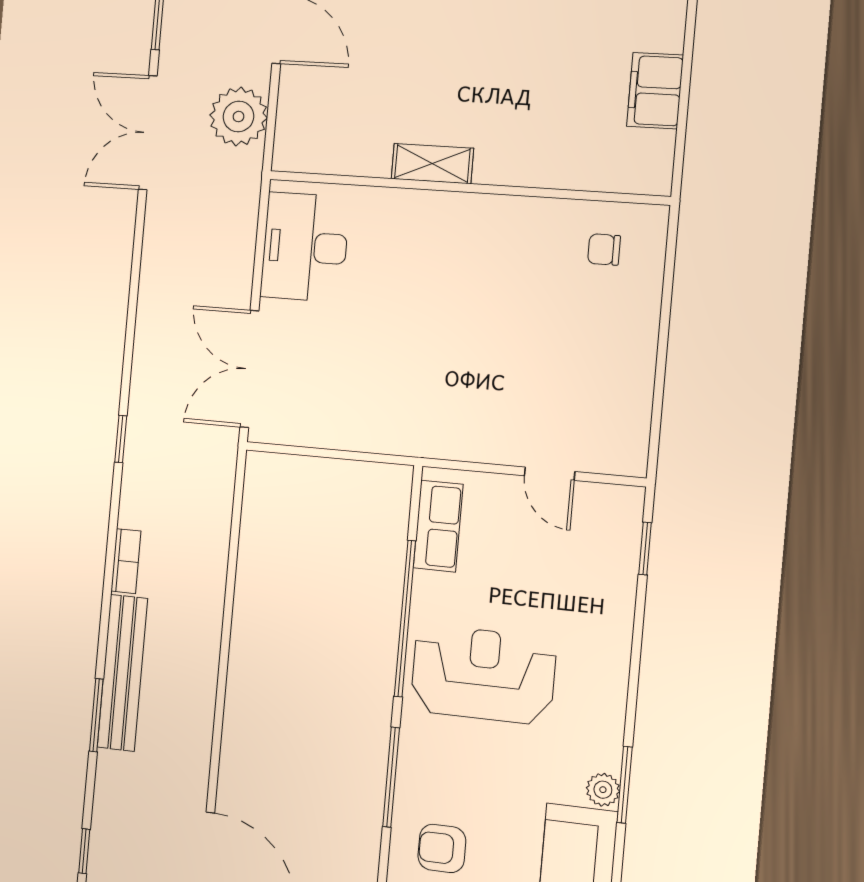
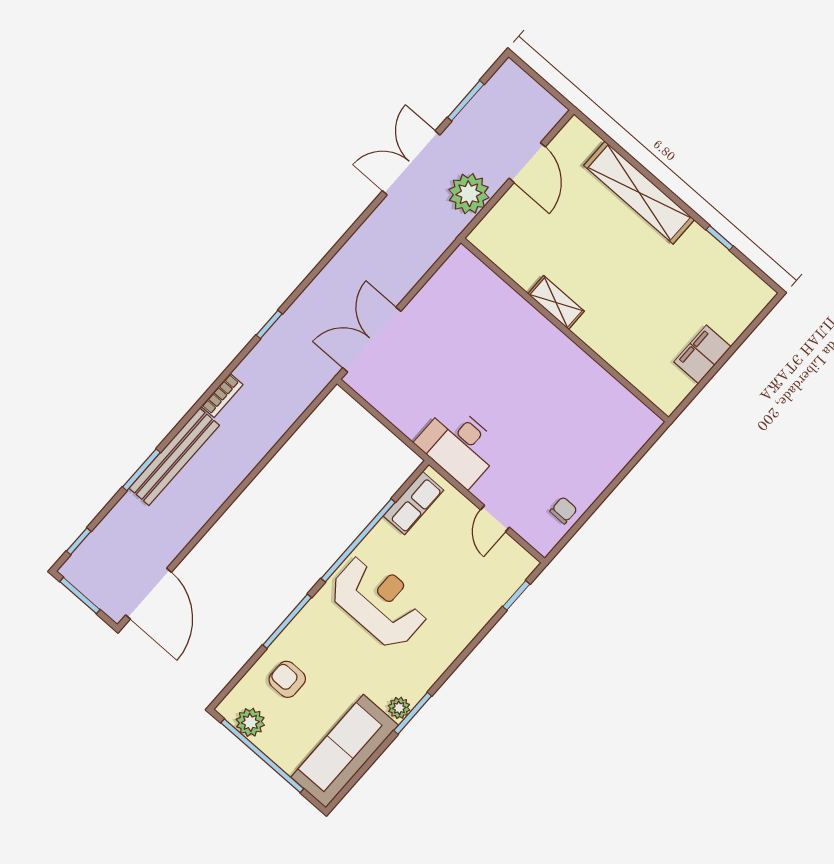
desk: (305, 247) -> (459, 445), moved, turned -90
chair: (604, 250) -> (564, 510), moved, turned 90

